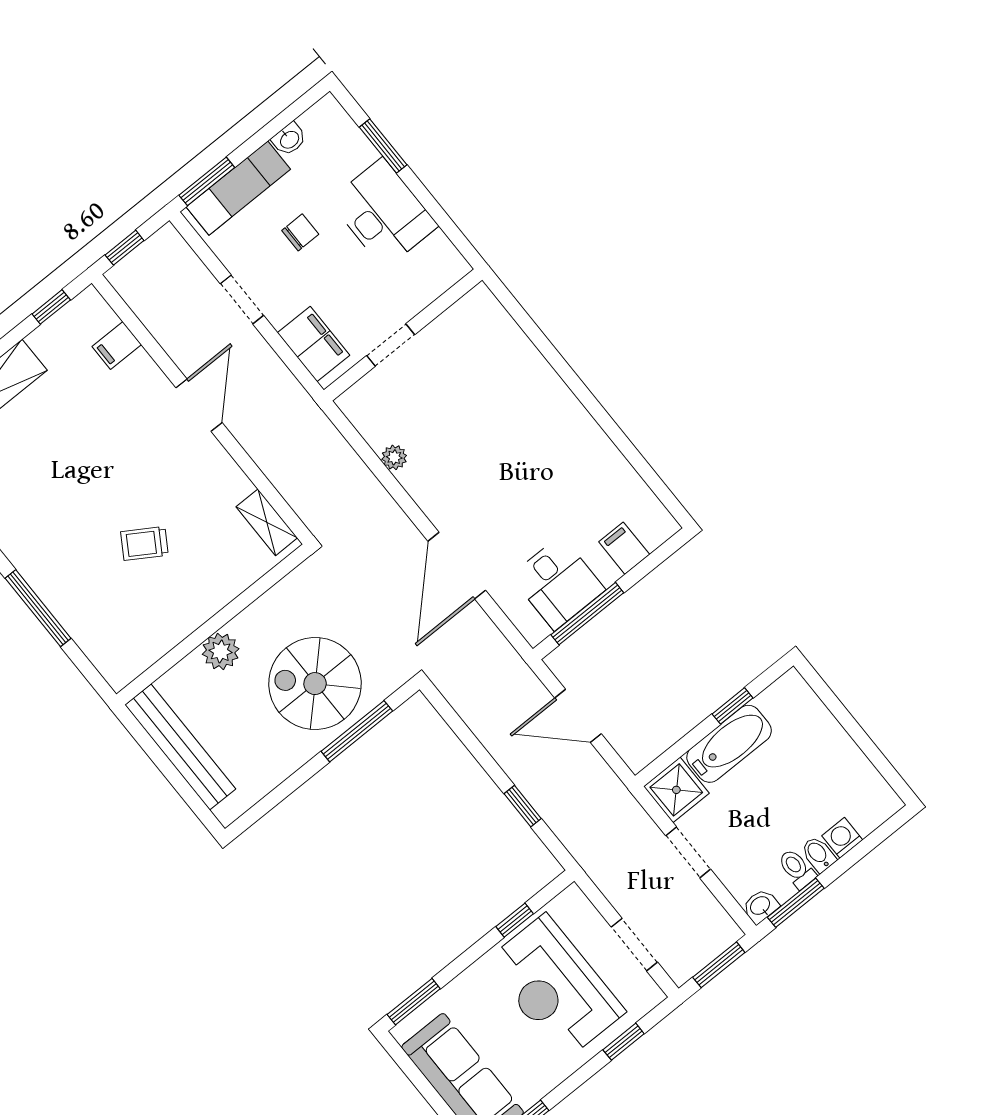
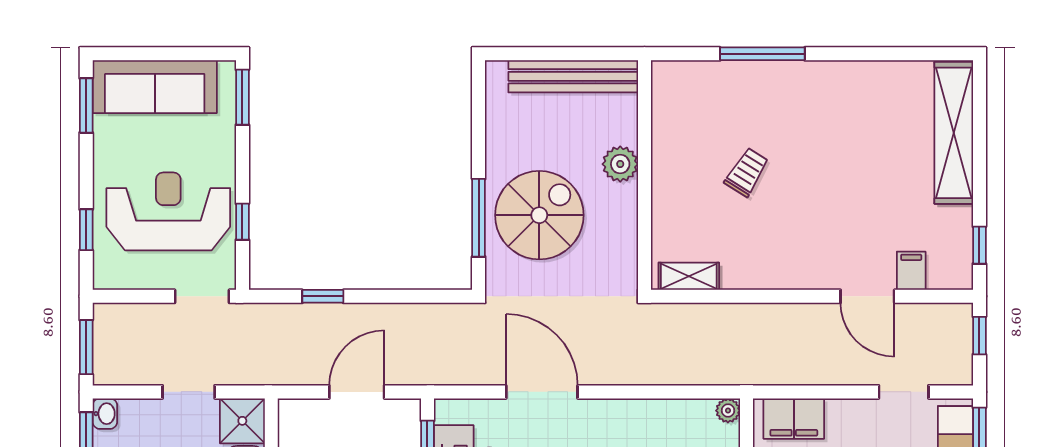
doorway: (242, 299) -> (904, 392), moved
door: (199, 405) -> (867, 296), moved
plant: (394, 457) -> (728, 411), moved
doorway: (634, 945) -> (202, 296), moved

